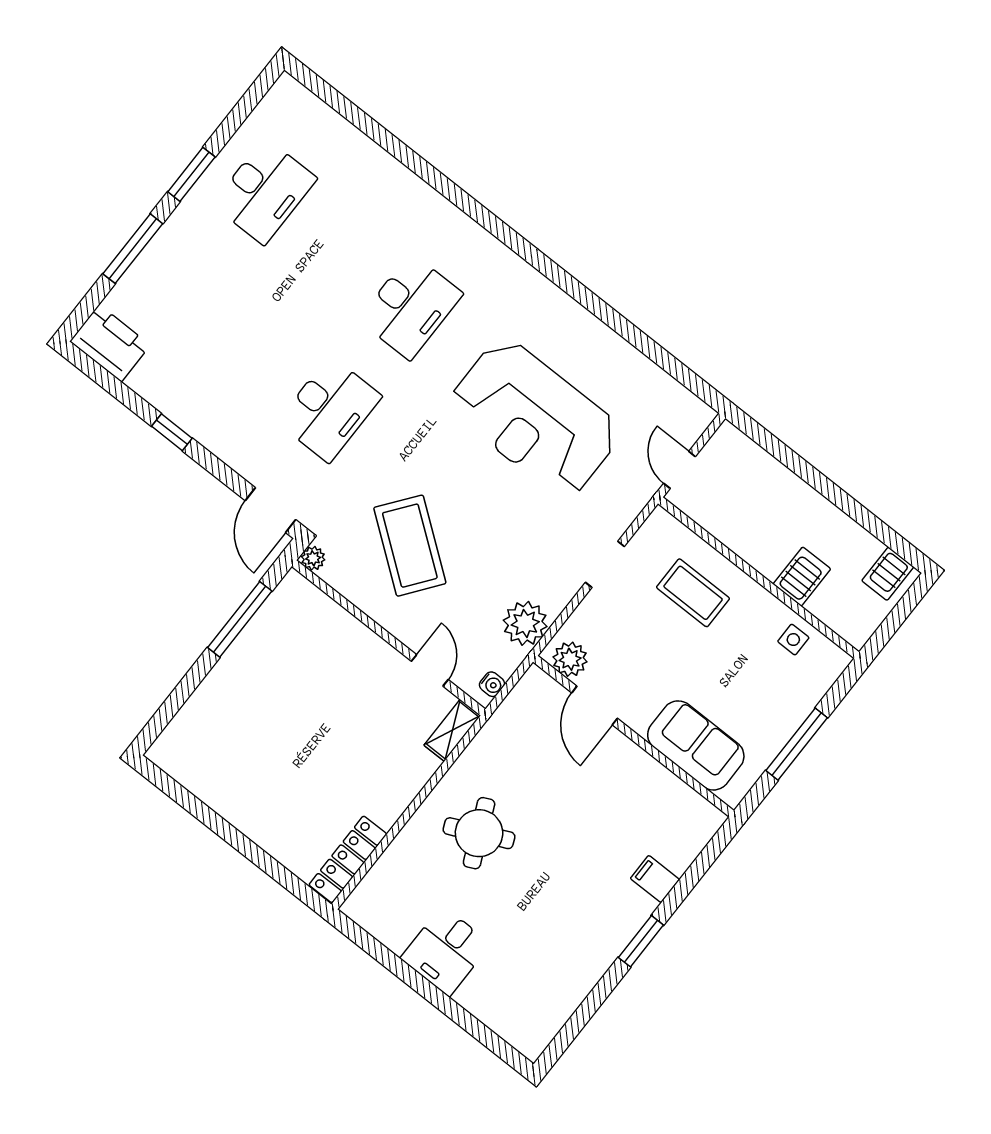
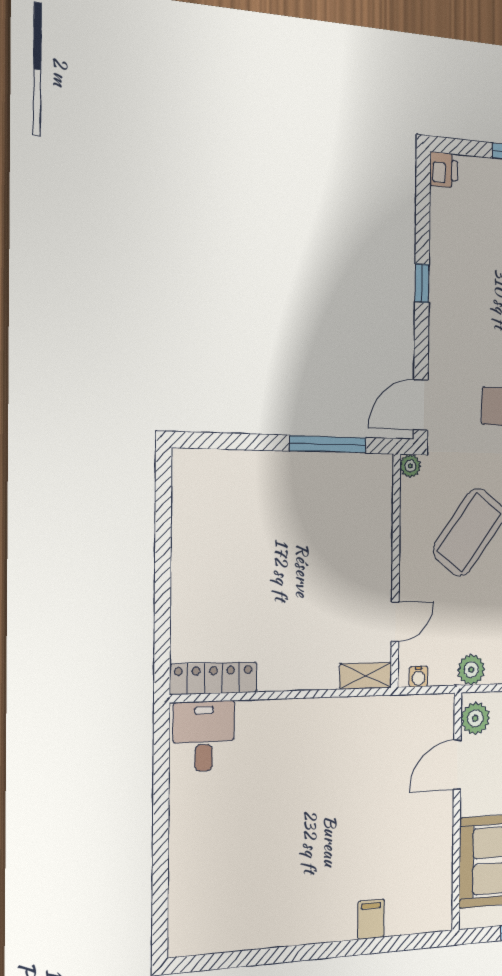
printer: (110, 343) -> (444, 170), width x0.53, depth x0.68
plant: (525, 623) -> (471, 670), width x0.73, depth x0.73
round table: (479, 833) -> (307, 761), removed
window: (641, 941) -> (320, 951), removed
desk: (446, 951) -> (204, 736), moved, turned 90

